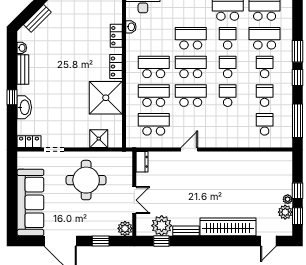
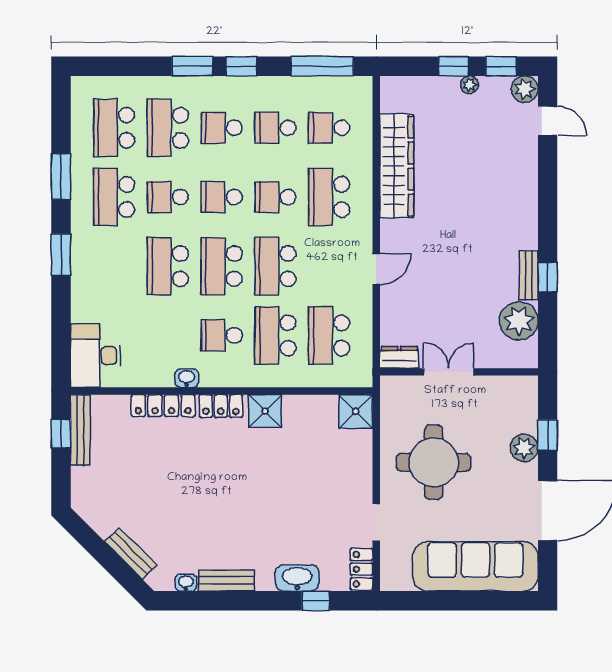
washbasin: (131, 27) -> (187, 378), moved
locker: (116, 36) -> (163, 406), width x1.53
school desk: (154, 67) -> (222, 335), width x0.54
window: (12, 97) -> (316, 601), moved
shower: (106, 98) -> (265, 411), width x0.54, depth x0.54
school desk: (228, 124) -> (329, 197), added
shower: (99, 139) -> (356, 411), moved
door: (189, 149) -> (376, 269), swing flipped
double door: (134, 200) -> (449, 372), moved
plant: (285, 212) -> (525, 89), moved
wardrobe: (228, 227) -> (397, 166), moved, turned 180
plant: (125, 228) -> (524, 448), moved
window: (161, 241) -> (548, 277), moved

